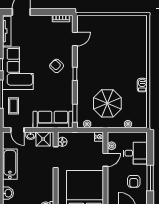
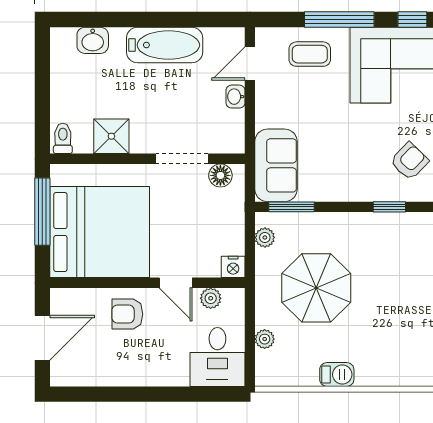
barbecue: (142, 85) -> (337, 375), moved
sofa: (53, 119) -> (276, 165), width x0.73
shower: (43, 139) -> (111, 136), moved
desk: (135, 153) -> (217, 357), moved
window: (150, 178) -> (130, 394), removed
armchair: (134, 181) -> (127, 314), moved

